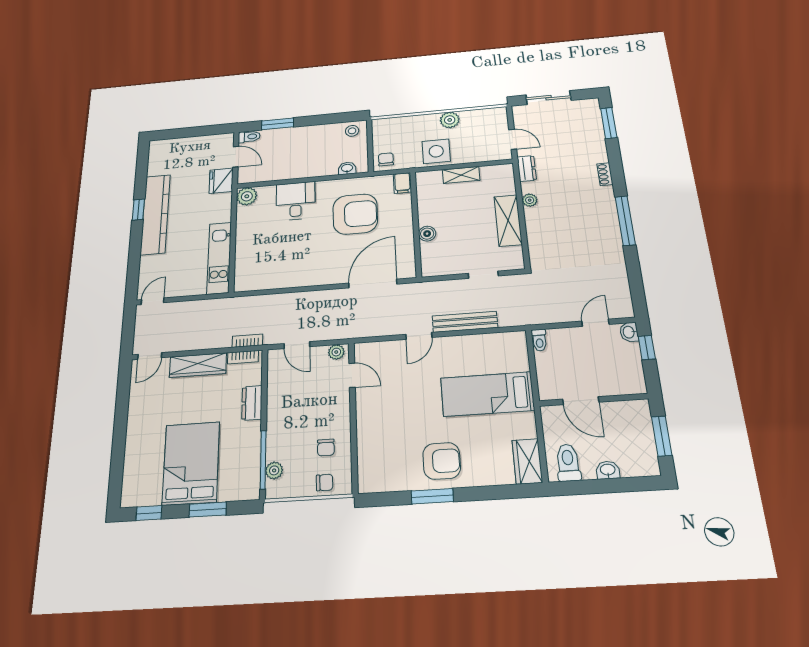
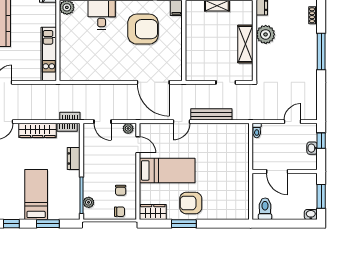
plant: (530, 200) -> (266, 34), width x1.88, depth x1.88
boiler: (427, 234) -> (191, 49), removed
door: (373, 284) -> (153, 82), swing flipped
washbasin: (629, 332) -> (312, 148), moved
bed: (487, 394) -> (167, 170), moved, turned 180
armchair: (442, 461) -> (191, 203), turned 180
wardrobe: (527, 461) -> (153, 212), moved, turned 90
bed: (191, 463) -> (36, 195), width x0.67
washbasin: (608, 470) -> (311, 215), moved

